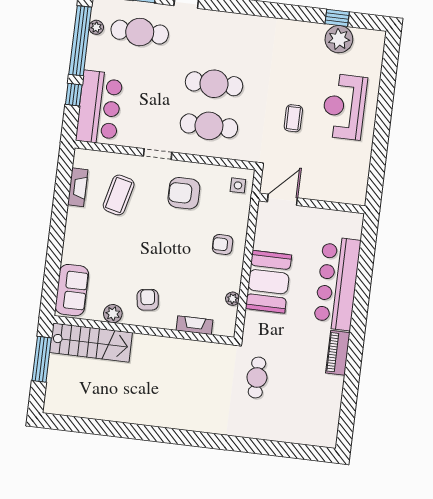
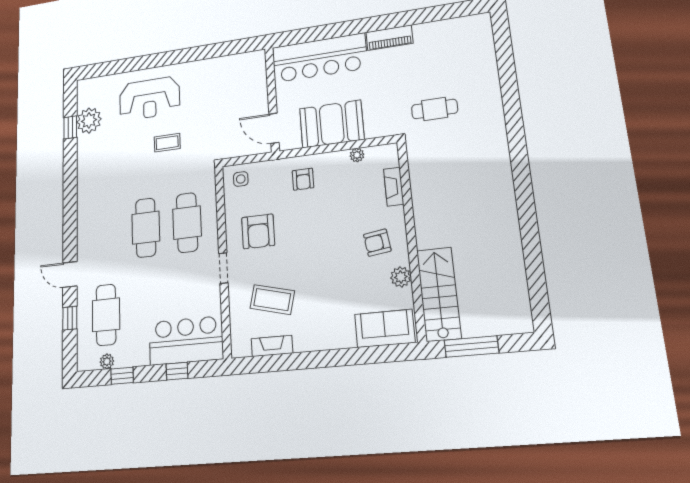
window: (80, 41) -> (122, 376), width x0.32
door: (282, 200) -> (274, 128), moved
wall: (312, 203) -> (272, 99), moved

